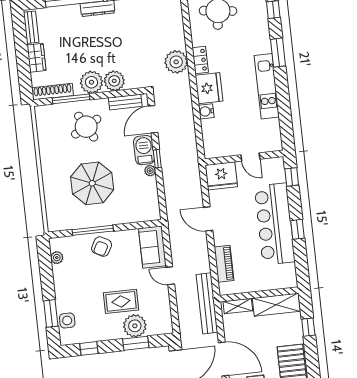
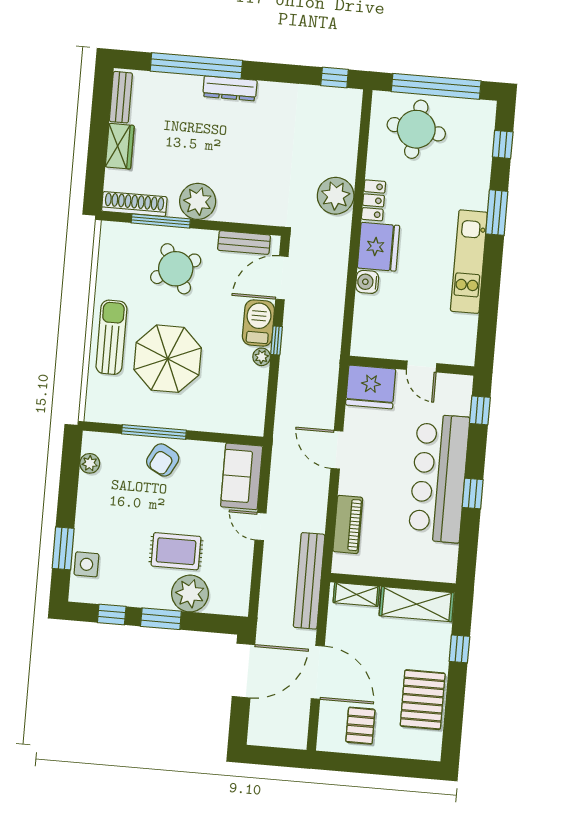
plant: (114, 81) -> (233, 206), removed
sun lounger: (55, 177) -> (111, 337), added
window: (136, 343) -> (161, 619), moved

